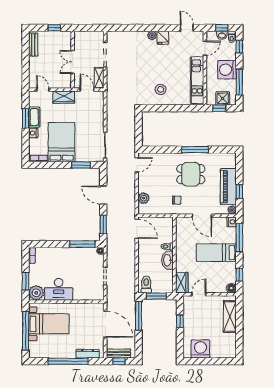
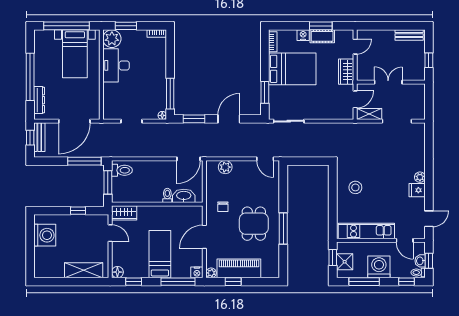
washbasin: (168, 260) -> (184, 196), moved

